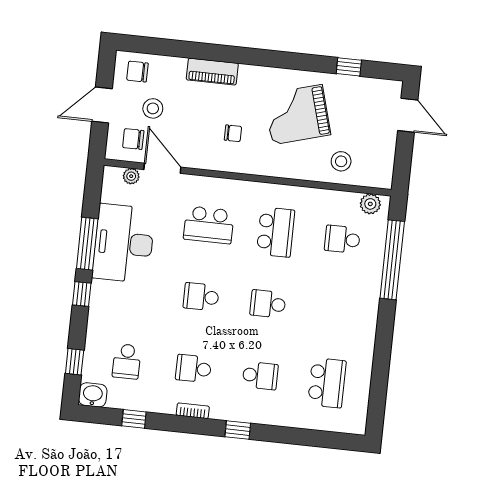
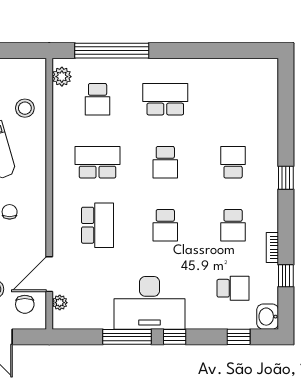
desk: (124, 243) -> (150, 303), moved
school desk: (327, 383) -> (165, 99), moved
bookcase: (193, 411) -> (272, 248), moved

